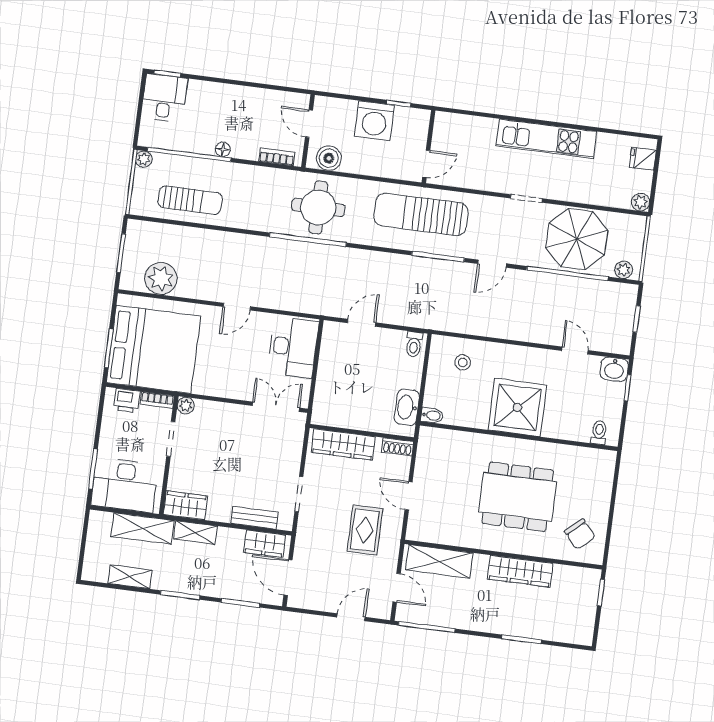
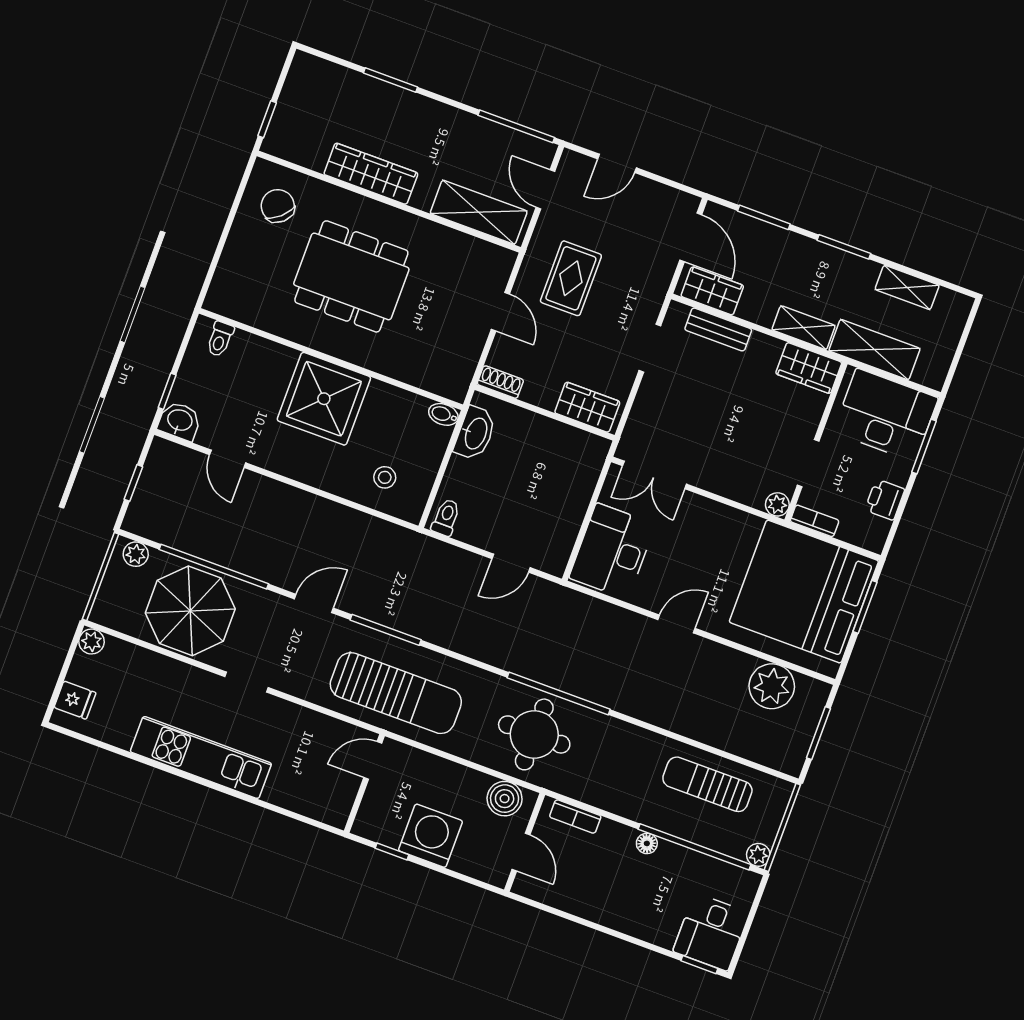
printer: (127, 401) -> (885, 500), moved, turned -90
wardrobe: (343, 444) -> (587, 407), width x0.67

